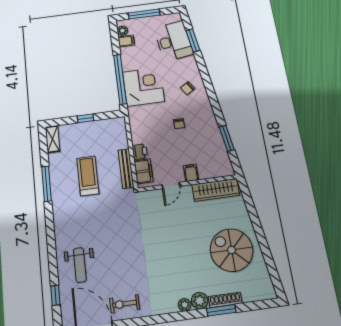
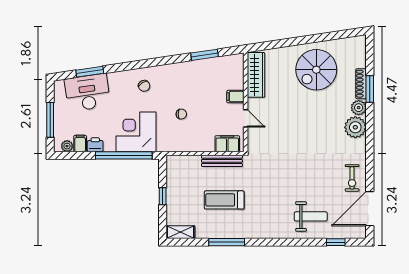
chair: (179, 124) -> (181, 114), moved
printer: (140, 152) -> (95, 145), moved
plant: (185, 305) -> (355, 127), width x1.87, depth x1.87

